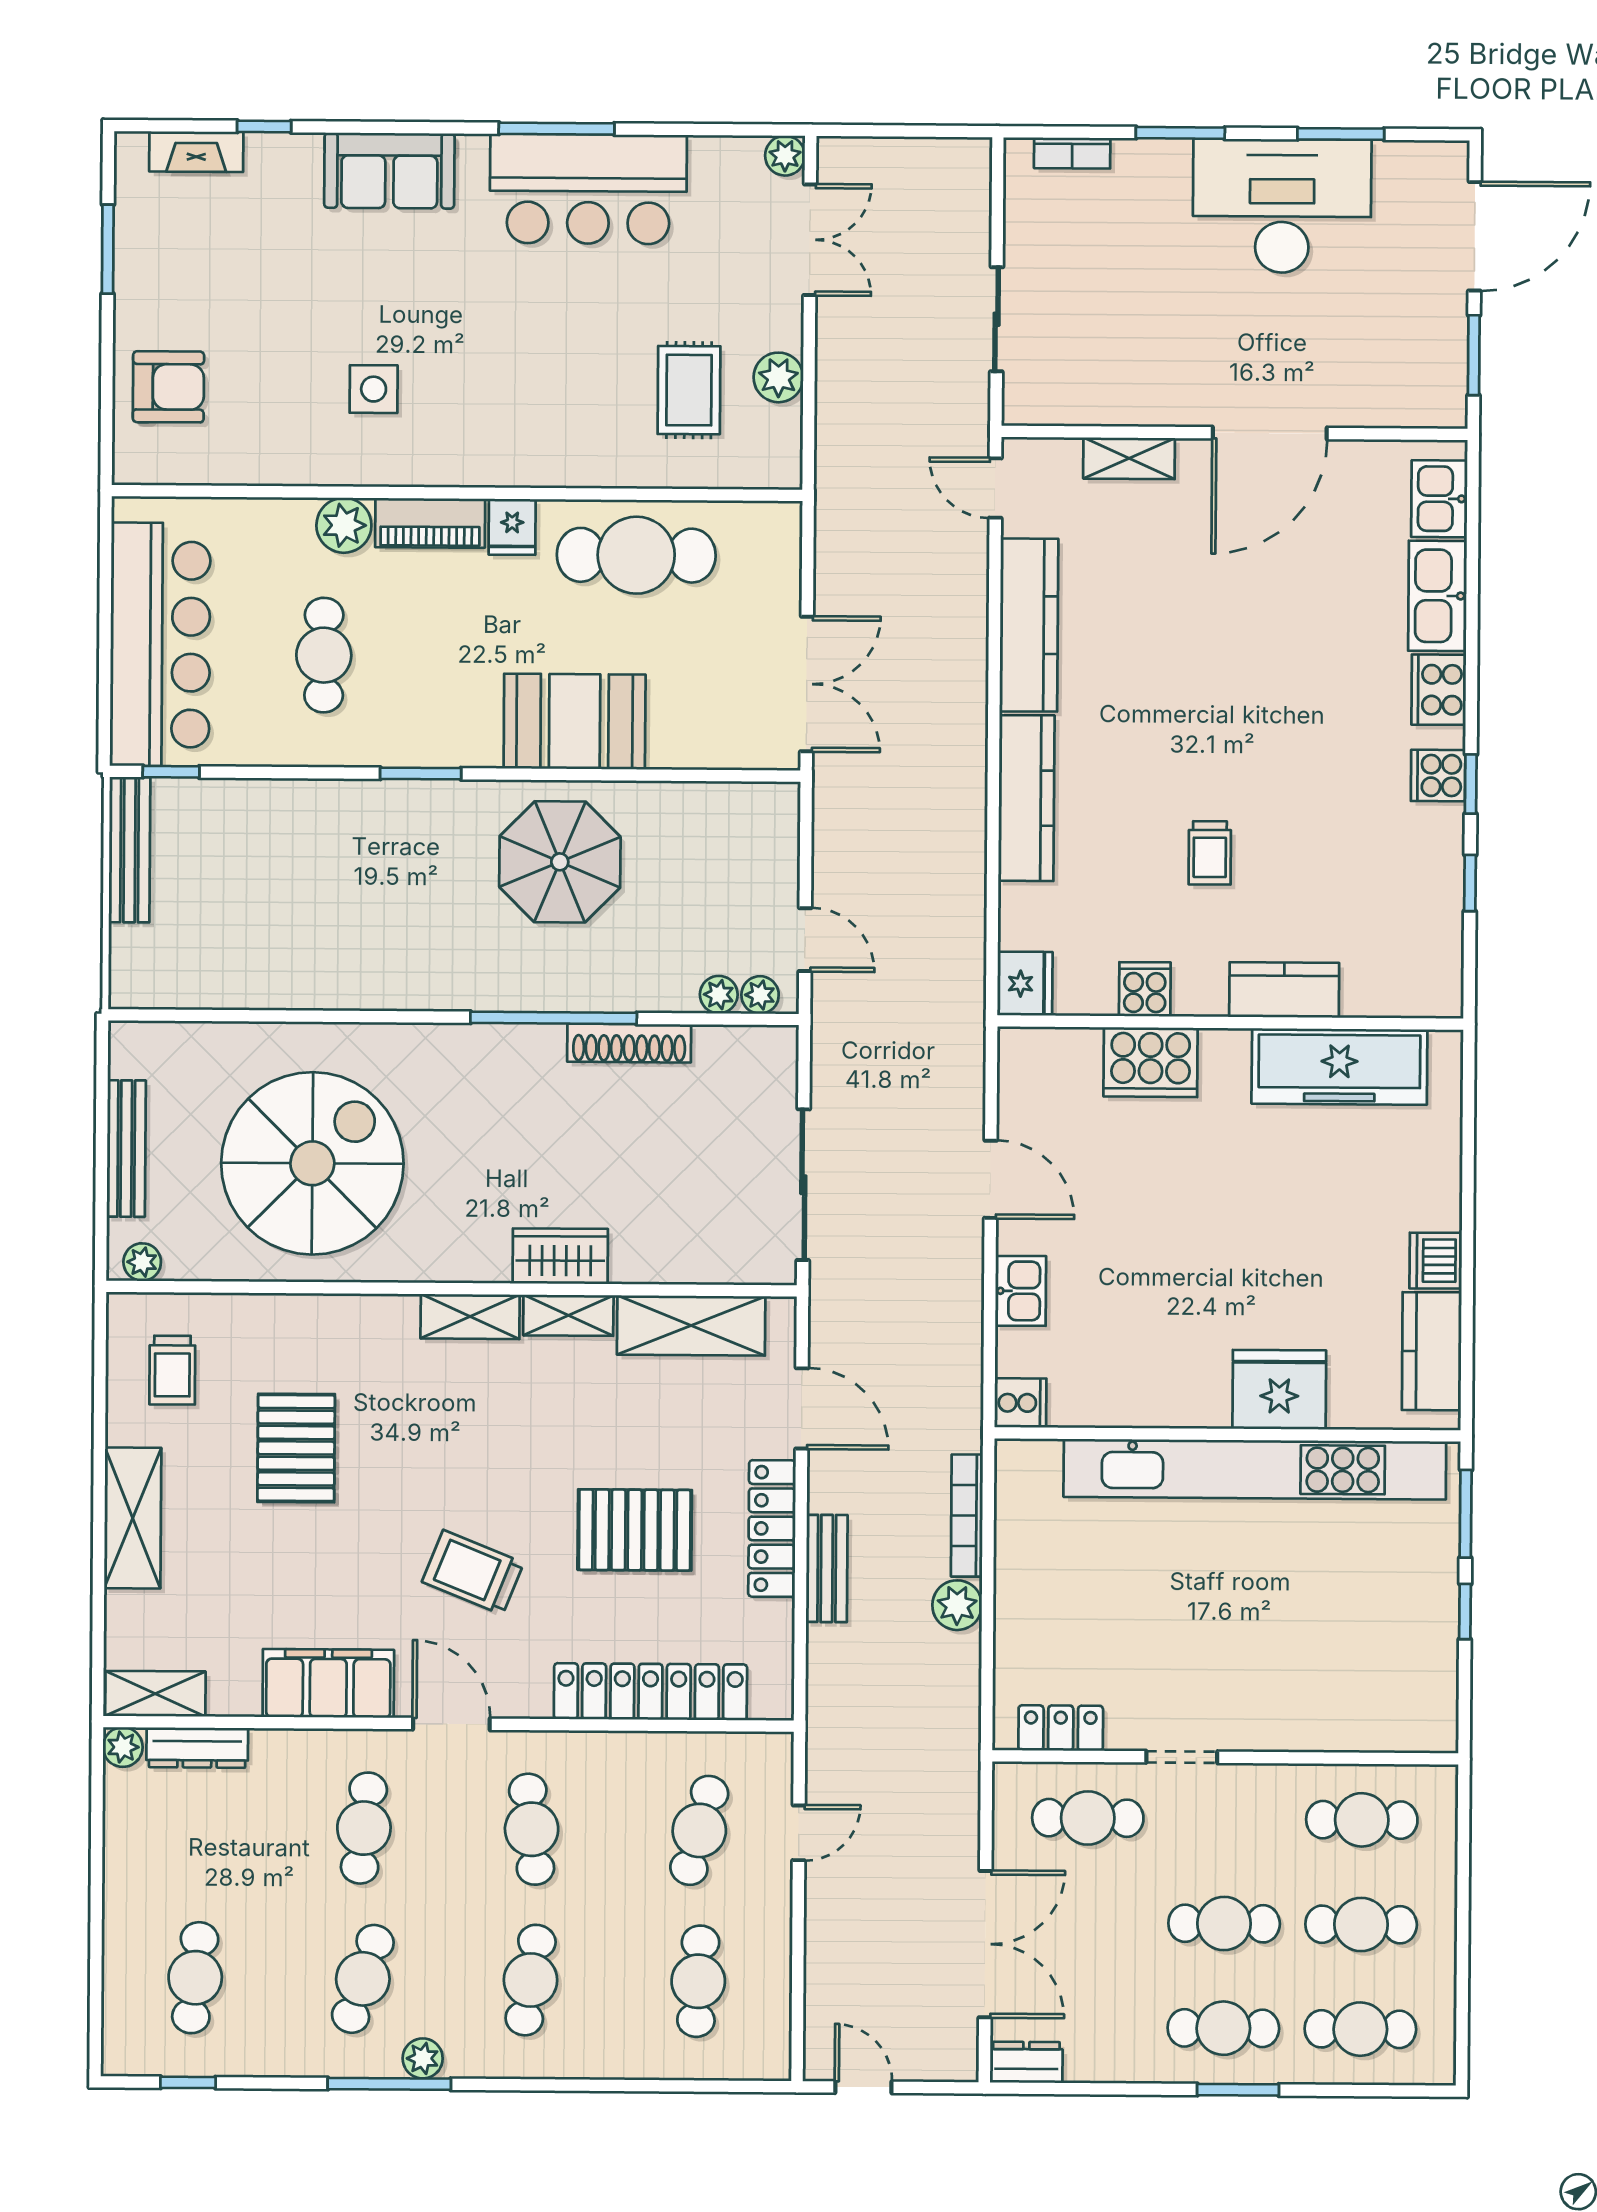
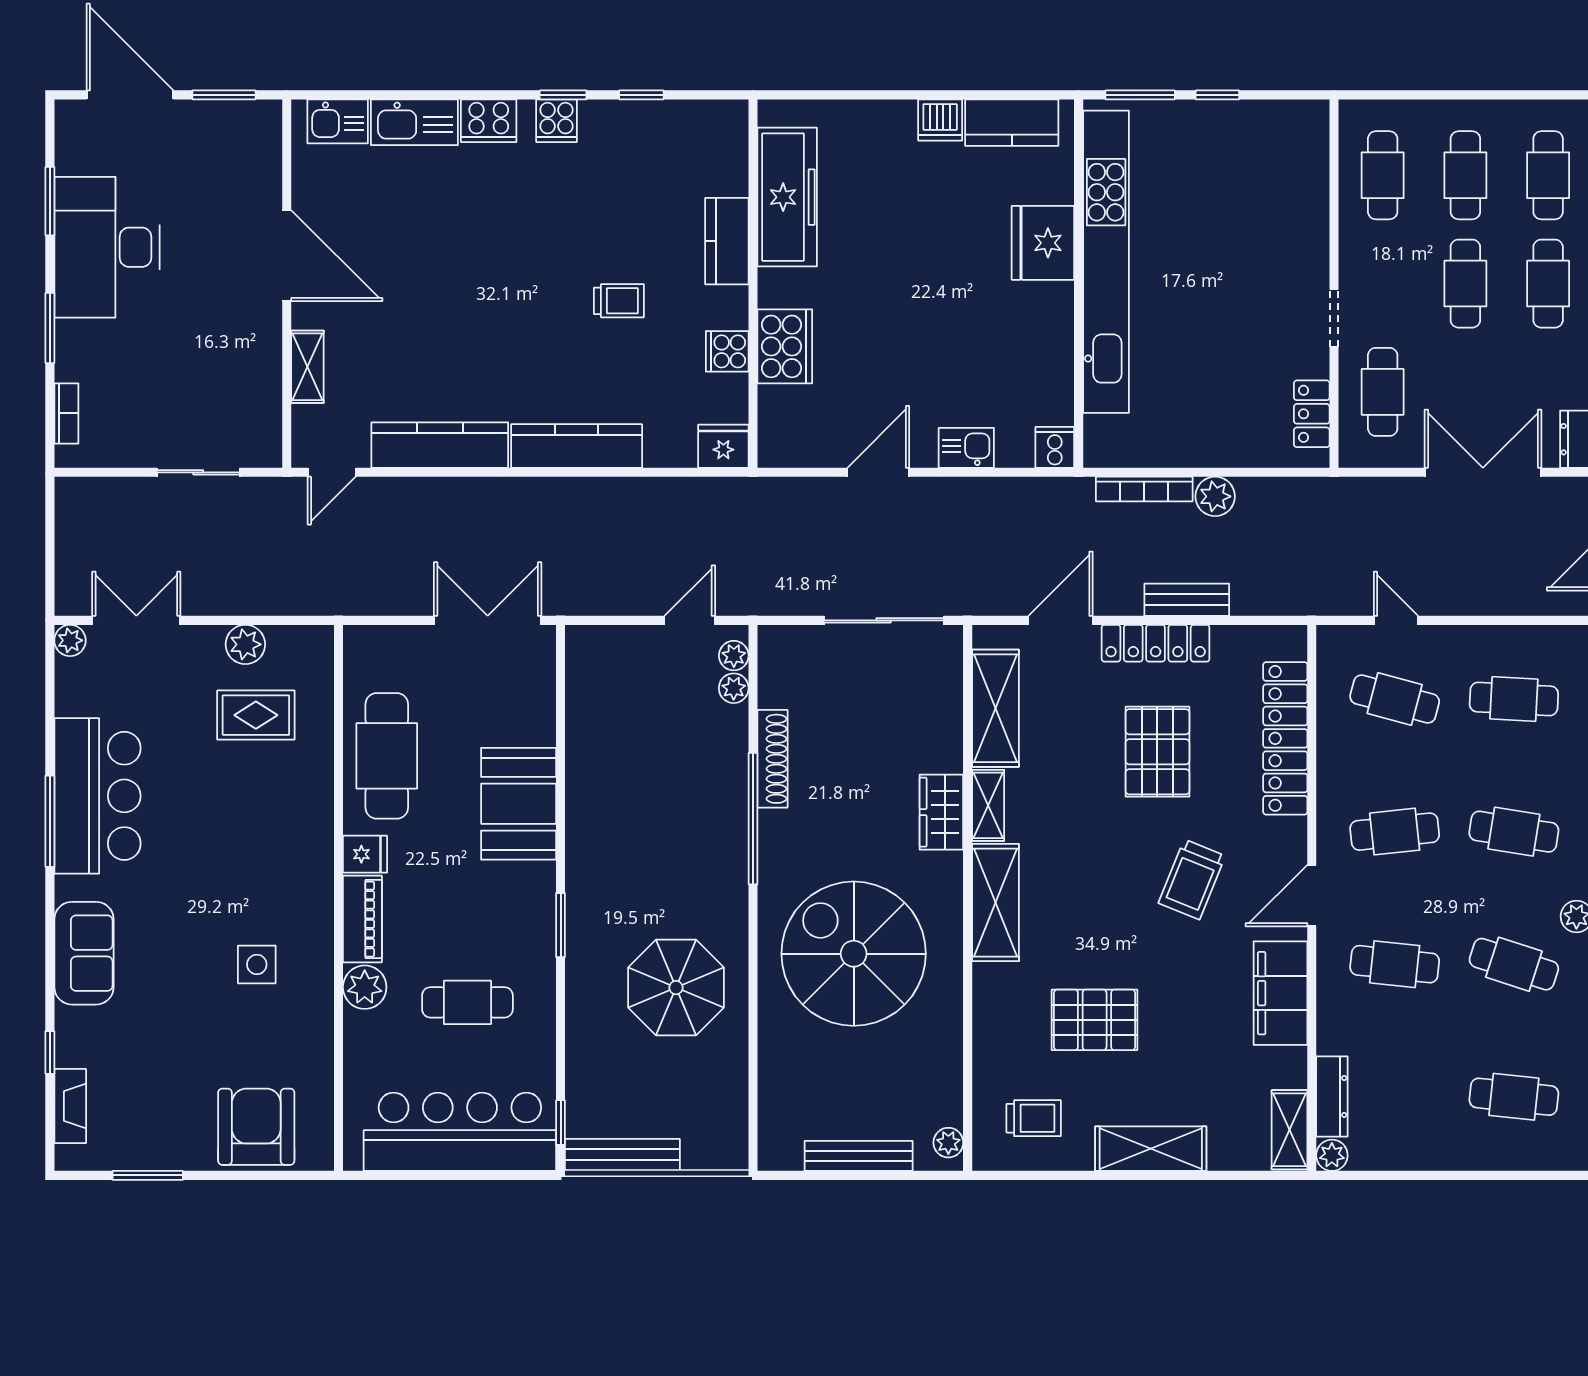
armchair: (168, 387) -> (256, 1127), width x1.36, depth x1.36
parasol: (560, 862) -> (676, 988), moved
spiral stairs: (312, 1163) -> (854, 954), moved
shelving: (470, 1317) -> (996, 903), width x1.50, depth x1.33

